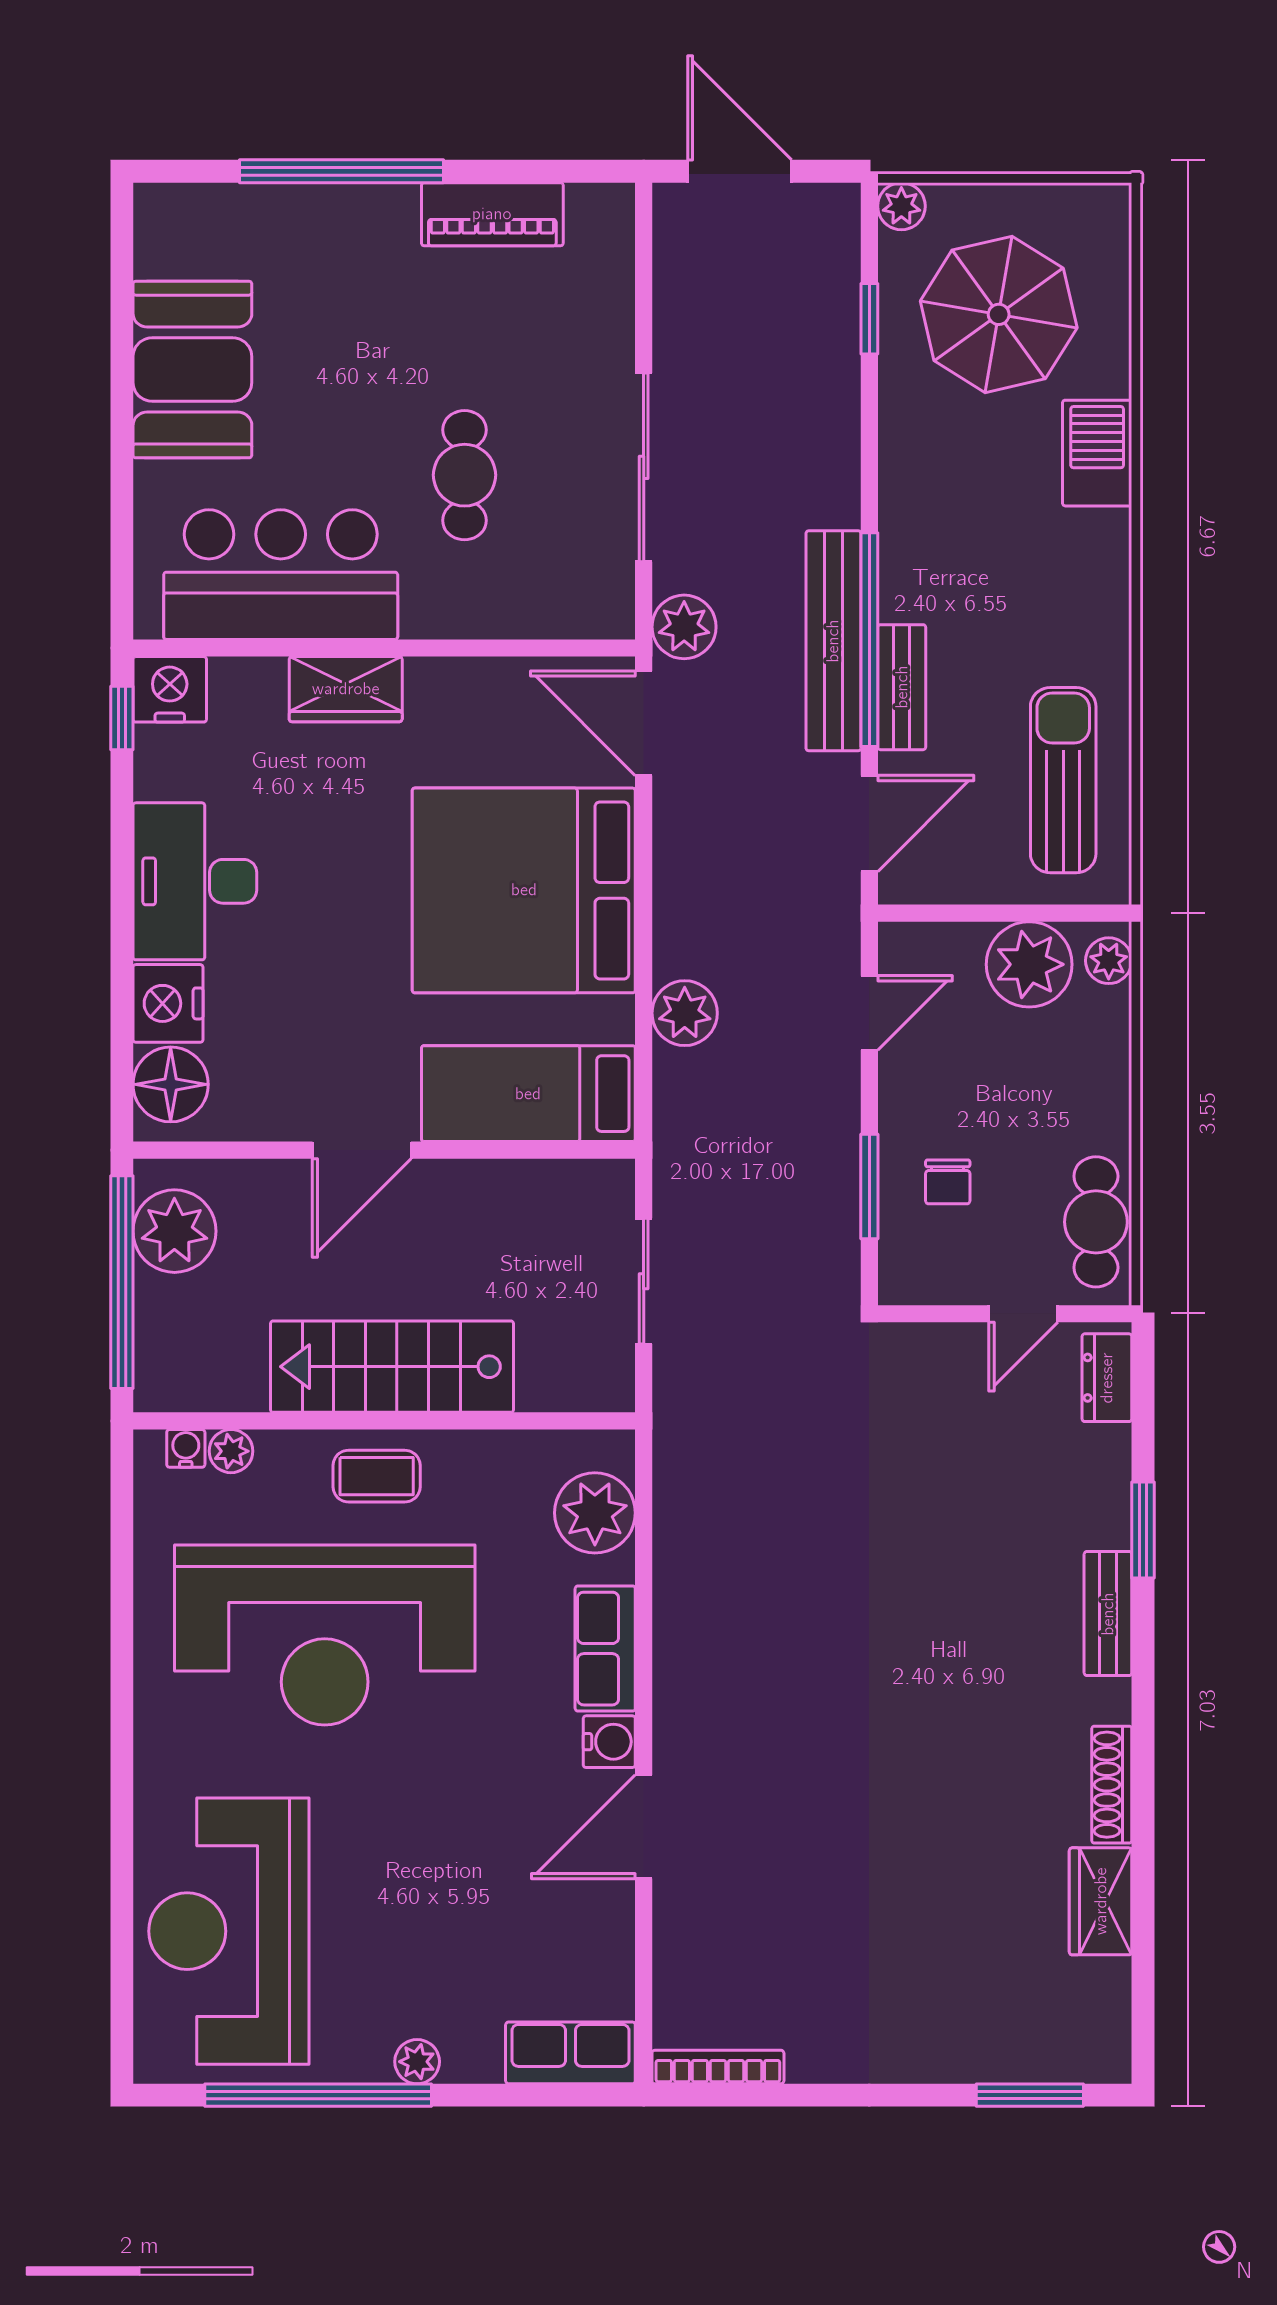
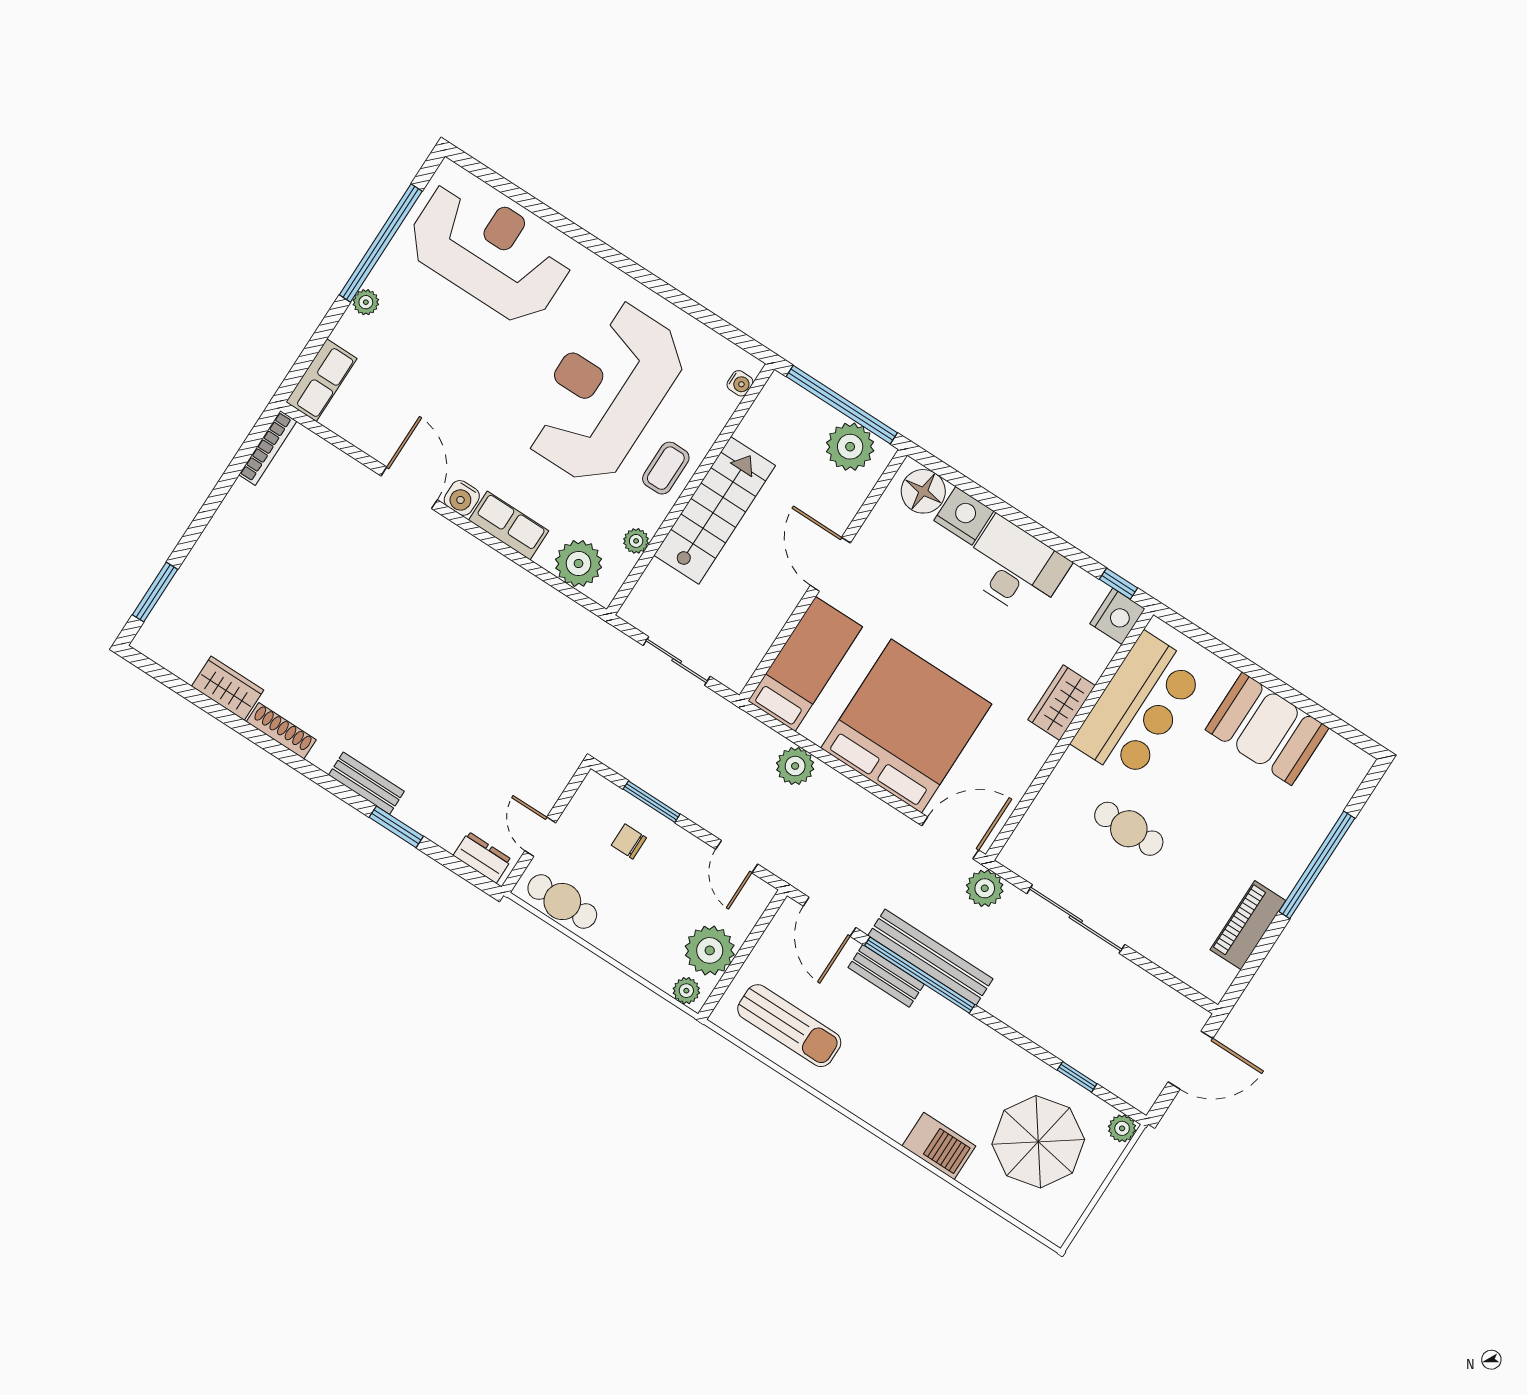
plant: (231, 1451) -> (636, 541), moved

